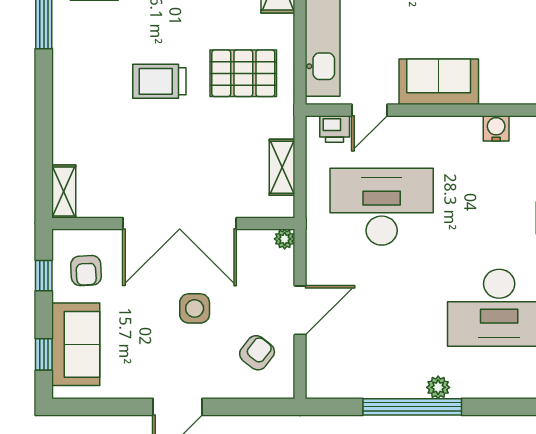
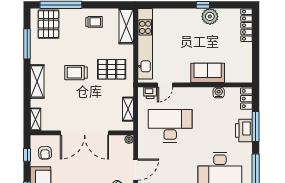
sofa: (439, 82) -> (208, 73), moved
shelving: (68, 102) -> (37, 81), added
side table: (195, 308) -> (91, 169), removed

